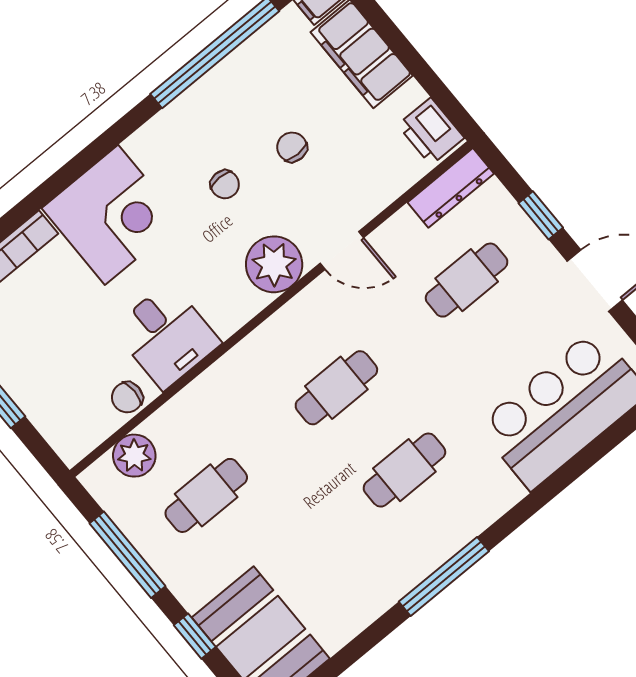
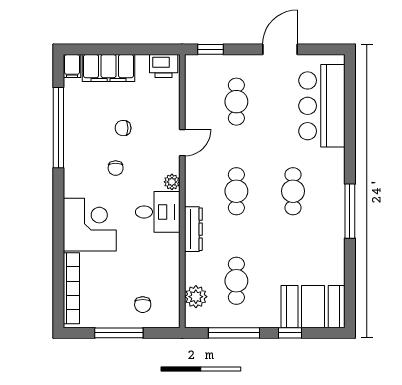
chair: (225, 184) -> (116, 168), turned 90
dresser: (451, 188) -> (193, 229), moved
window: (541, 215) -> (211, 49), moved
plant: (274, 264) -> (172, 182), width x0.53, depth x0.53
desk: (166, 336) -> (158, 212), moved
chair: (127, 397) -> (143, 305), moved

